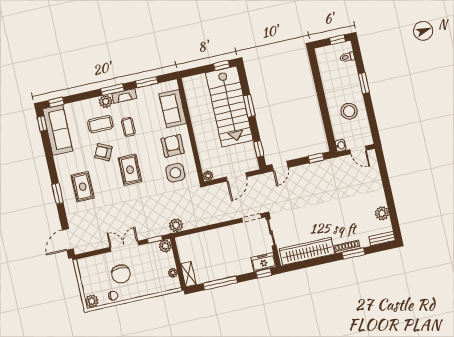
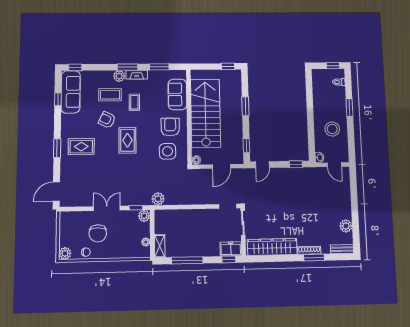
stairs: (229, 107) -> (206, 113), moved, turned 180
window: (42, 124) -> (58, 99), moved
rug: (83, 187) -> (81, 147), turned 90

